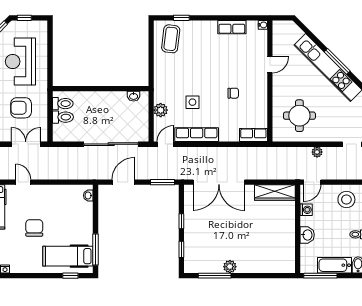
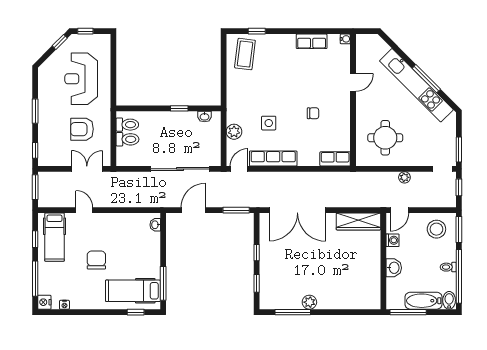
window: (110, 89) -> (179, 108), added

